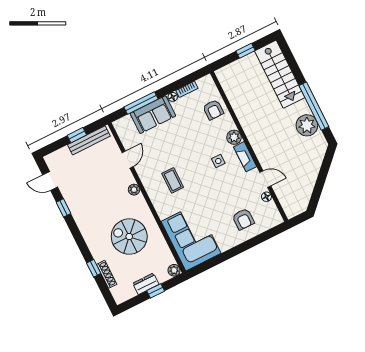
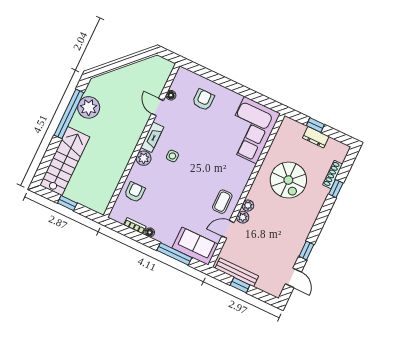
sofa: (153, 115) -> (195, 246), moved
coffee table: (173, 180) -> (222, 202), moved
plant: (174, 270) -> (243, 217), moved

